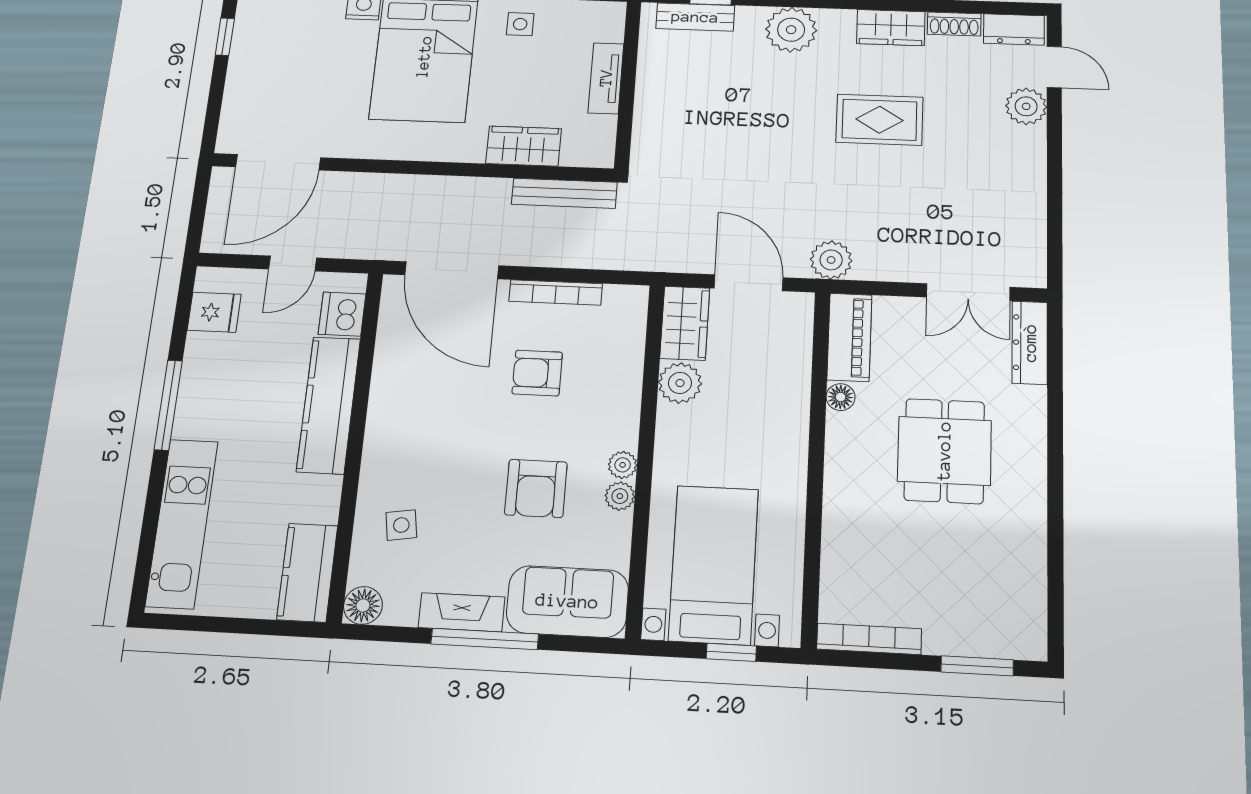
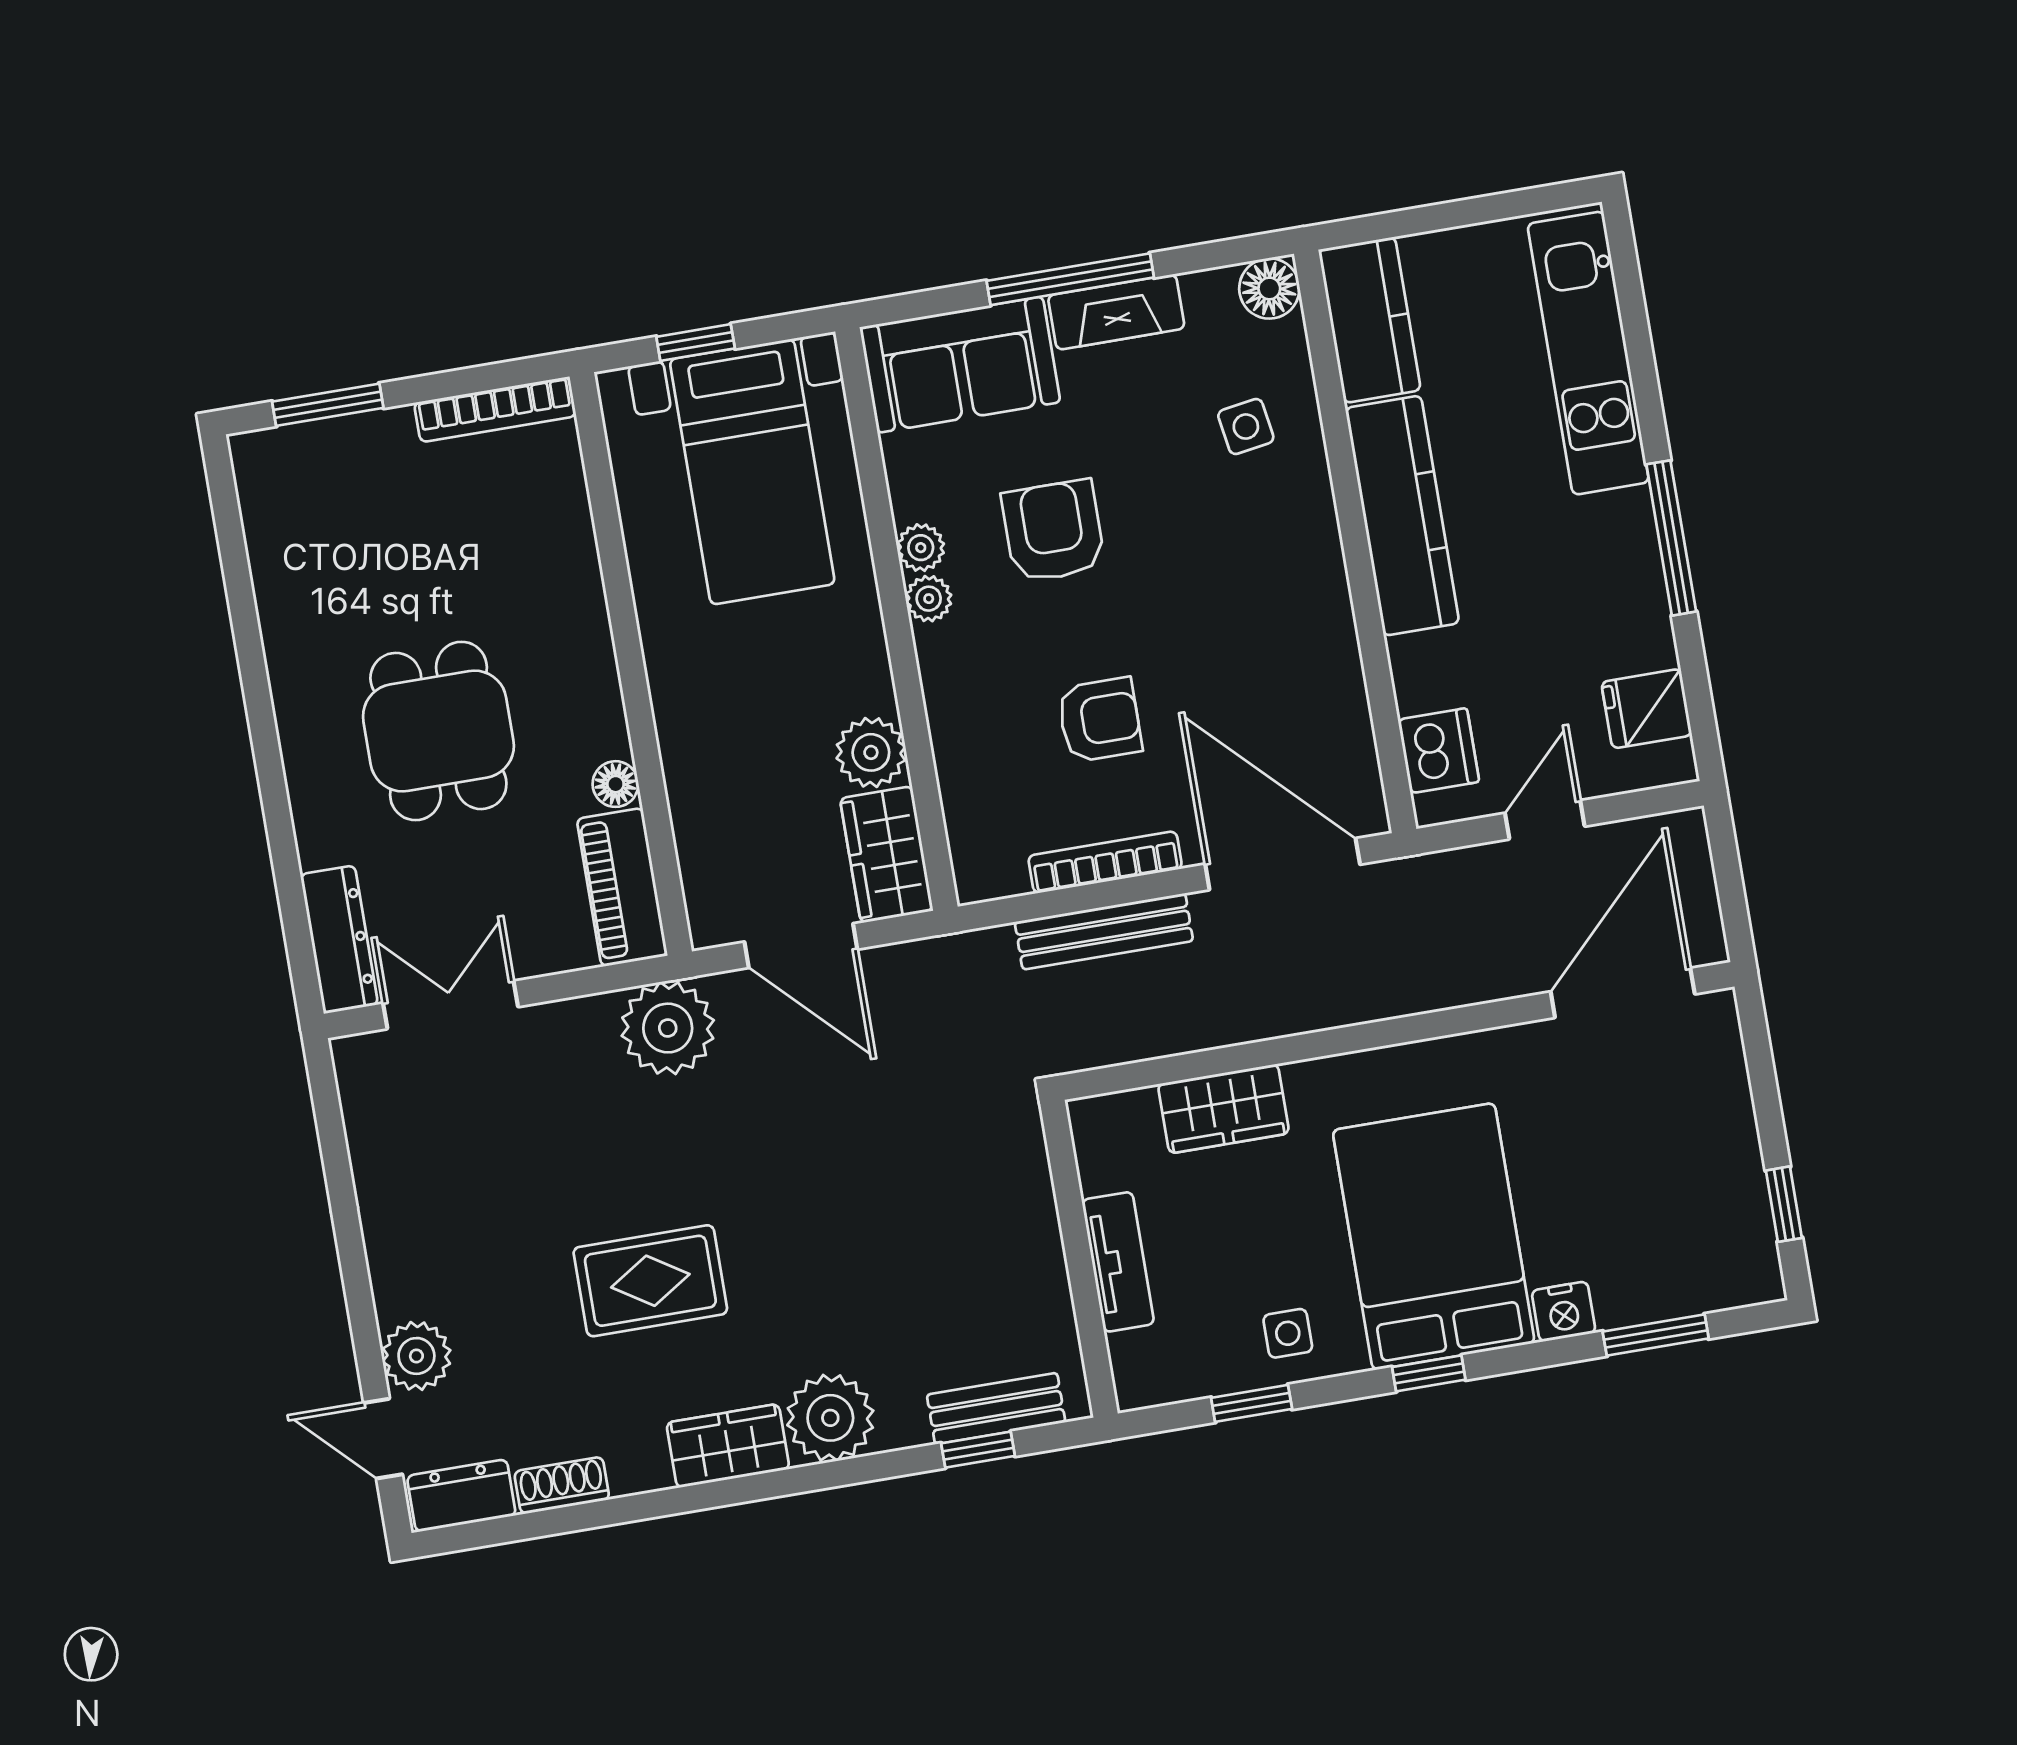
wardrobe: (891, 28) -> (728, 1446), moved
bench: (564, 193) -> (1104, 931), moved
plant: (831, 260) -> (668, 1028), width x1.36, depth x1.36
kitchen counter: (329, 405) -> (1402, 516), moved

